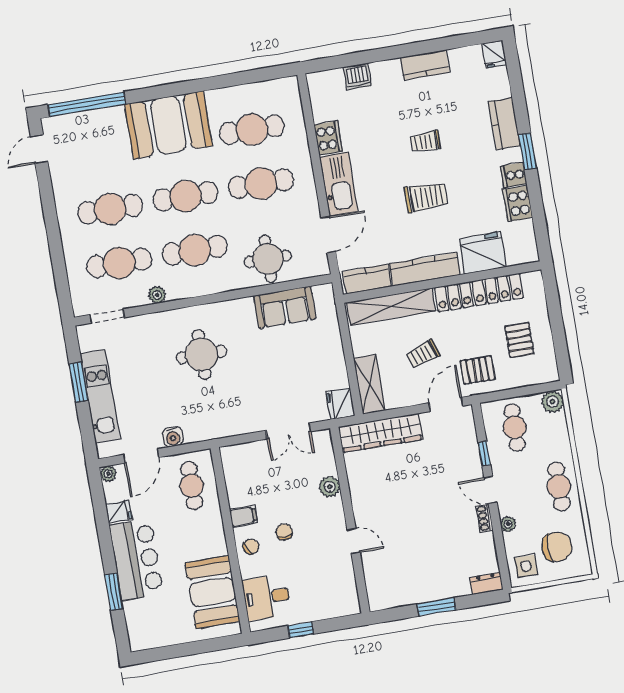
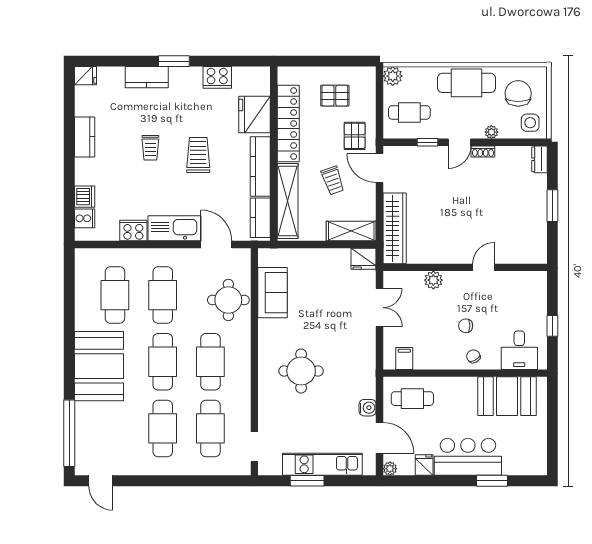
cooker: (514, 175) -> (85, 218), moved, turned -90
plant: (157, 295) -> (243, 401), removed
cafe table: (559, 486) -> (466, 83), width x1.37, depth x1.35
filing cabinet: (243, 516) -> (404, 359), moved

